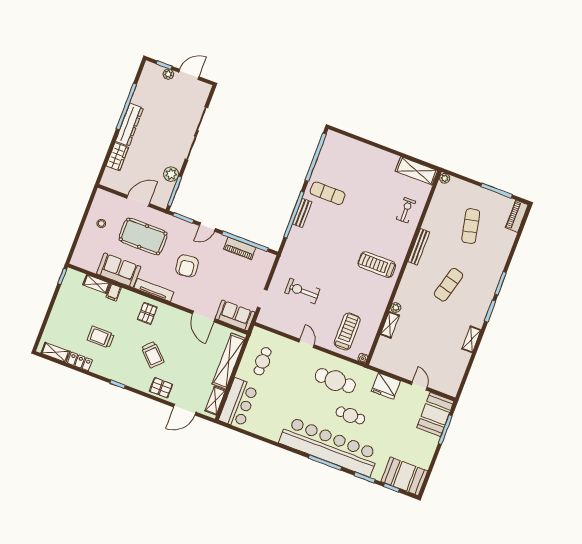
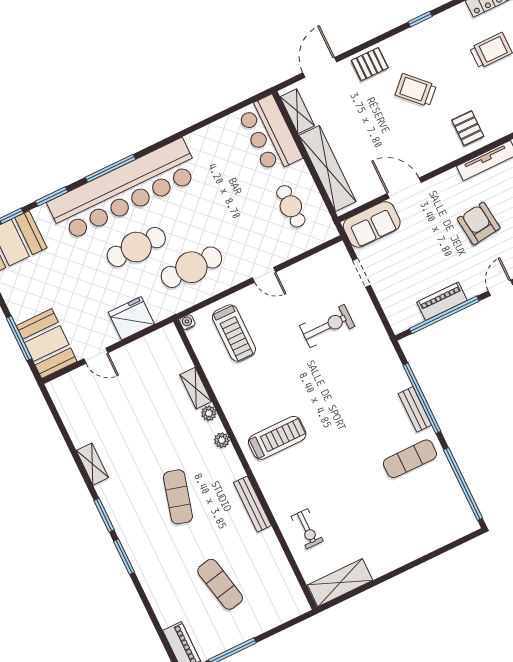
plant: (445, 178) -> (222, 440), moved
cafe table: (350, 415) -> (136, 247), width x1.37, depth x1.35

